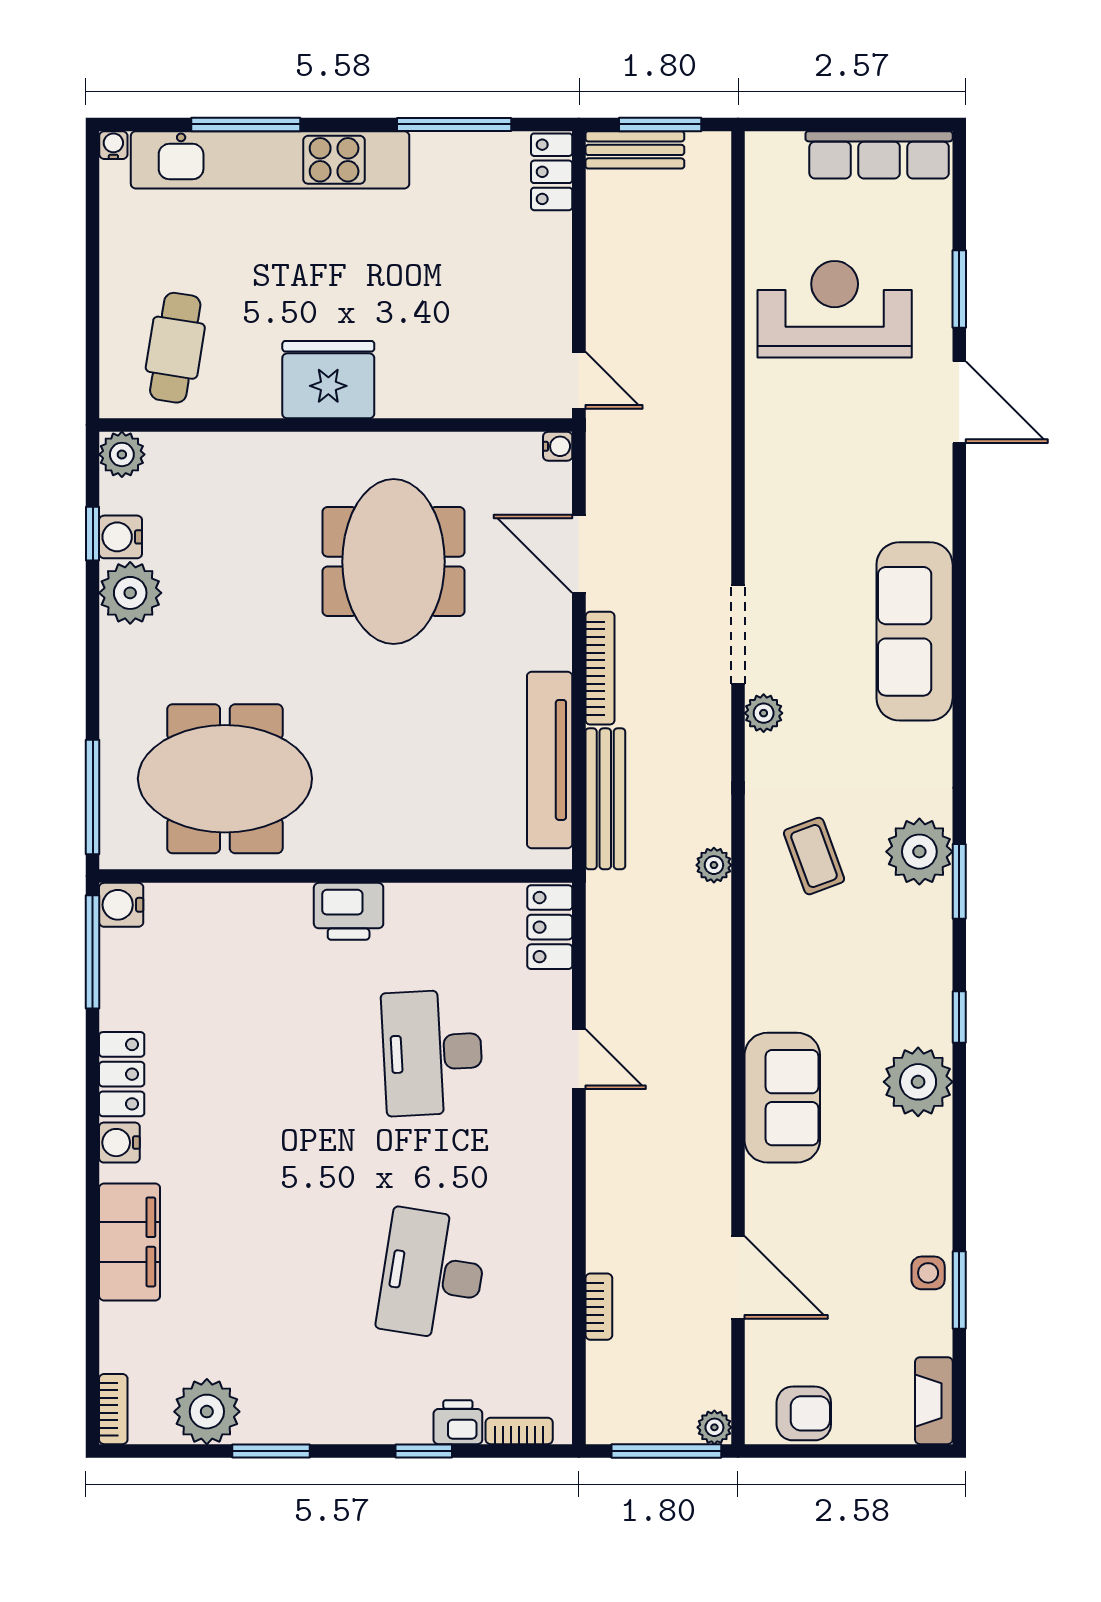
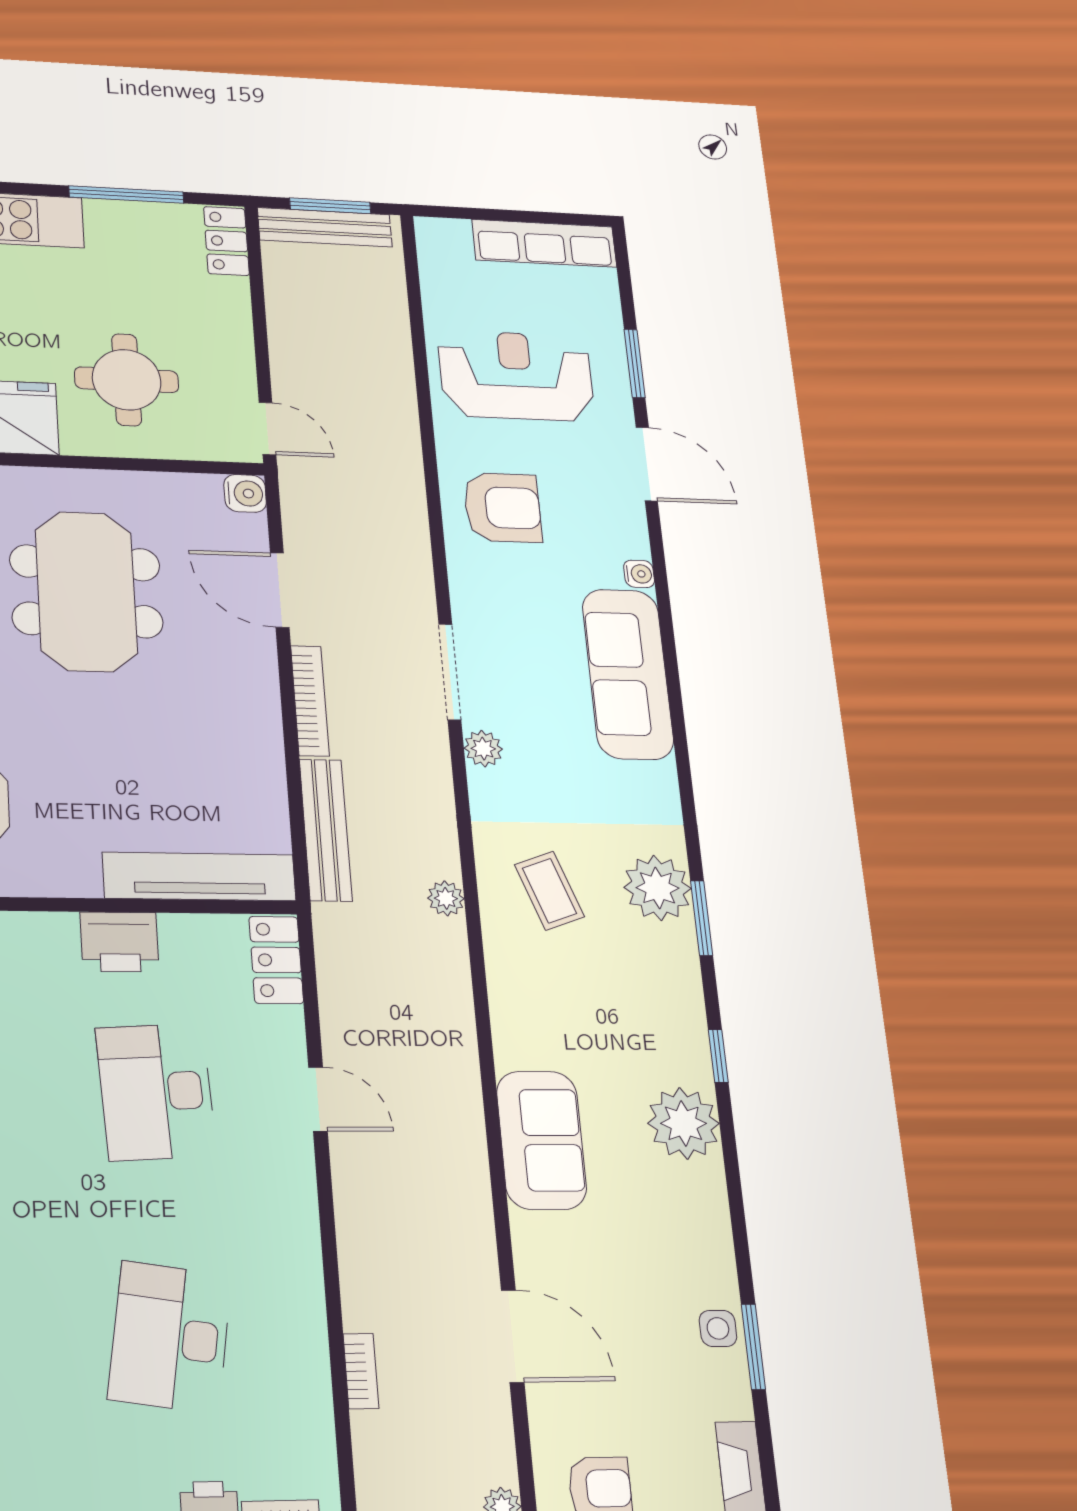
bench: (635, 150) -> (325, 227), width x1.36
round table: (444, 333) -> (127, 380), added
water cooler: (558, 446) -> (245, 493), width x1.38, depth x1.38
armchair: (807, 457) -> (502, 508), added
water cooler: (938, 524) -> (639, 574), added
tv unit: (550, 760) -> (199, 876), moved, turned 90
printer: (349, 911) -> (119, 942), moved

